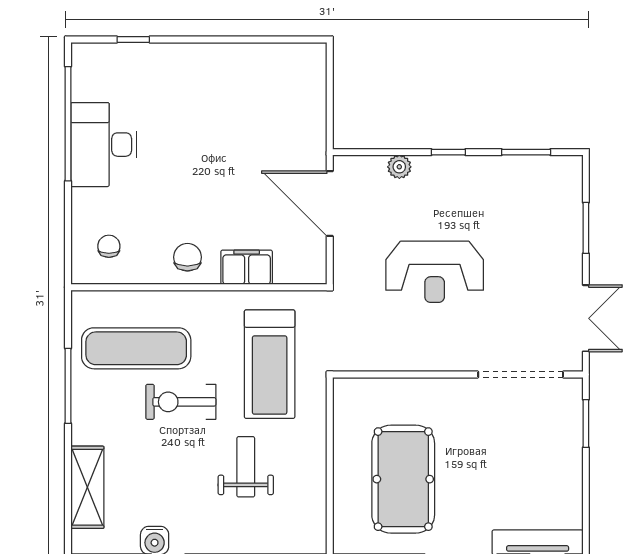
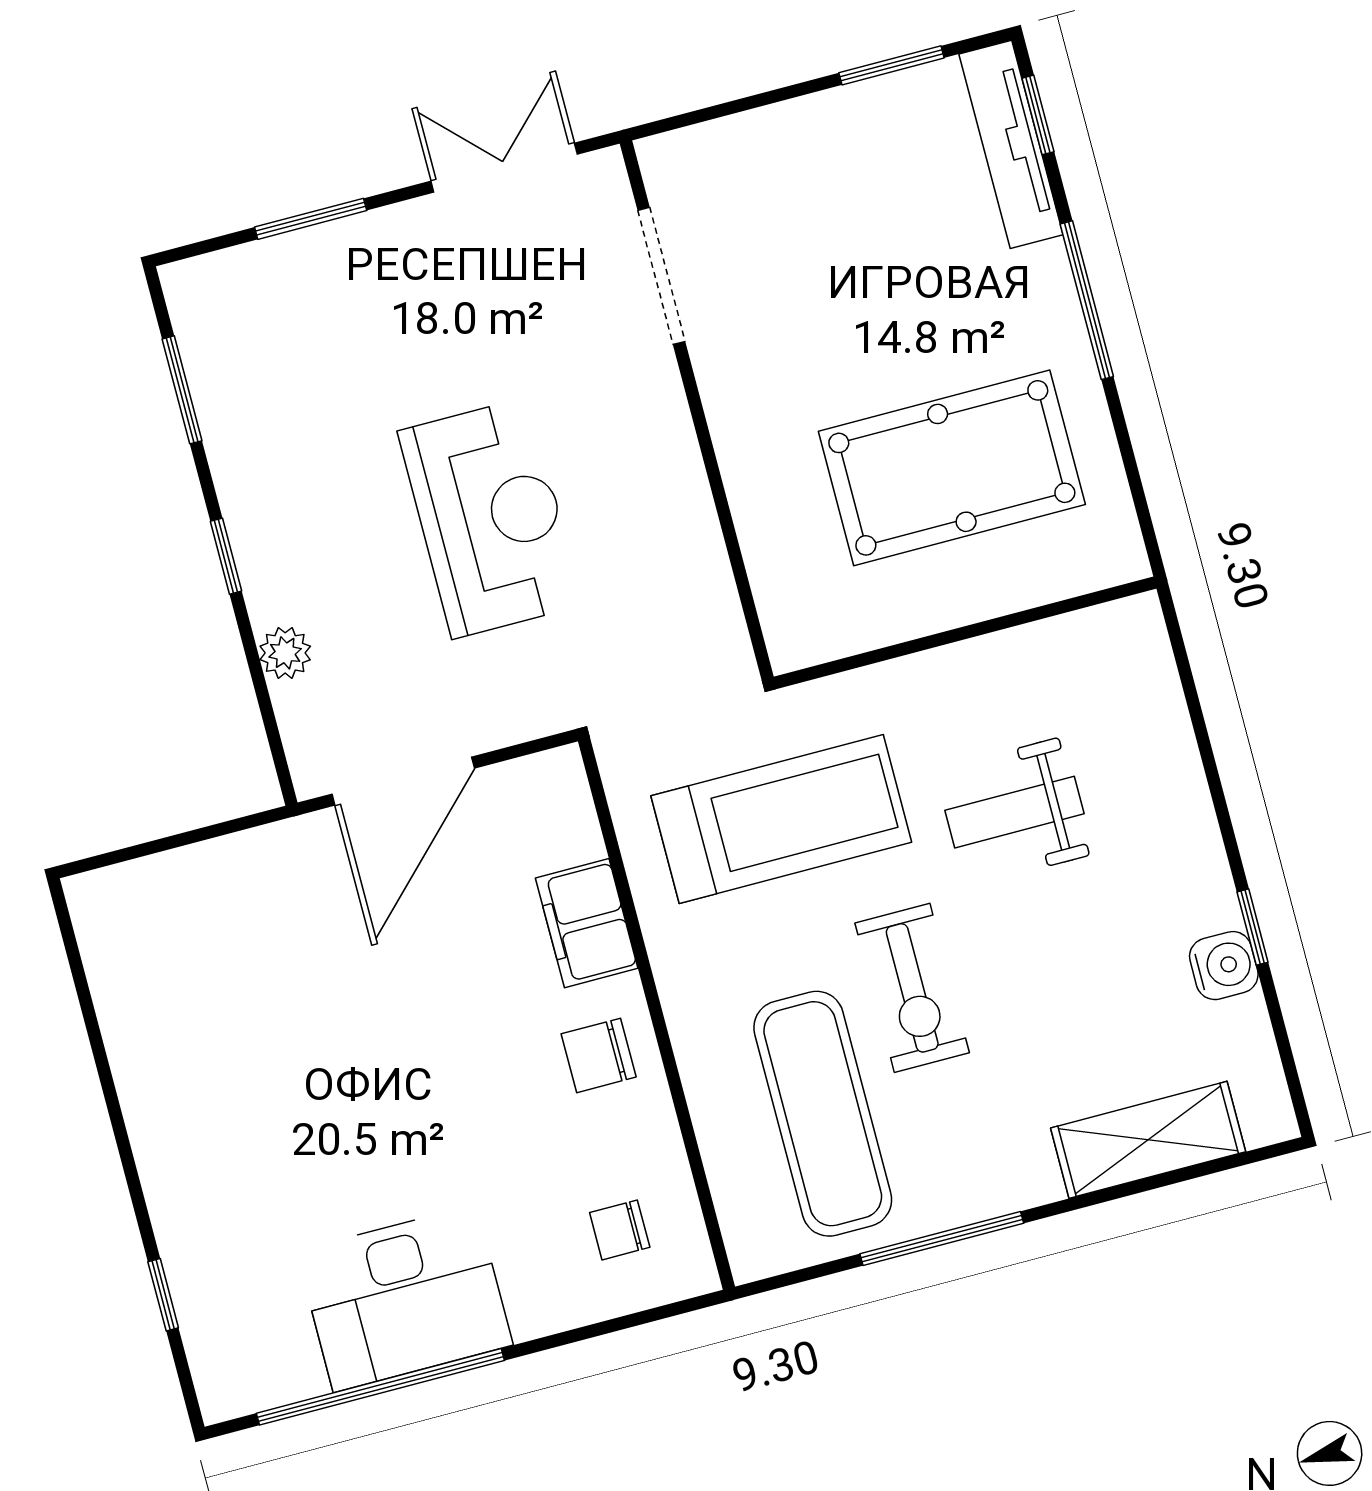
doorway: (521, 374) -> (661, 276), width x0.73
window: (586, 424) -> (891, 65), moved

